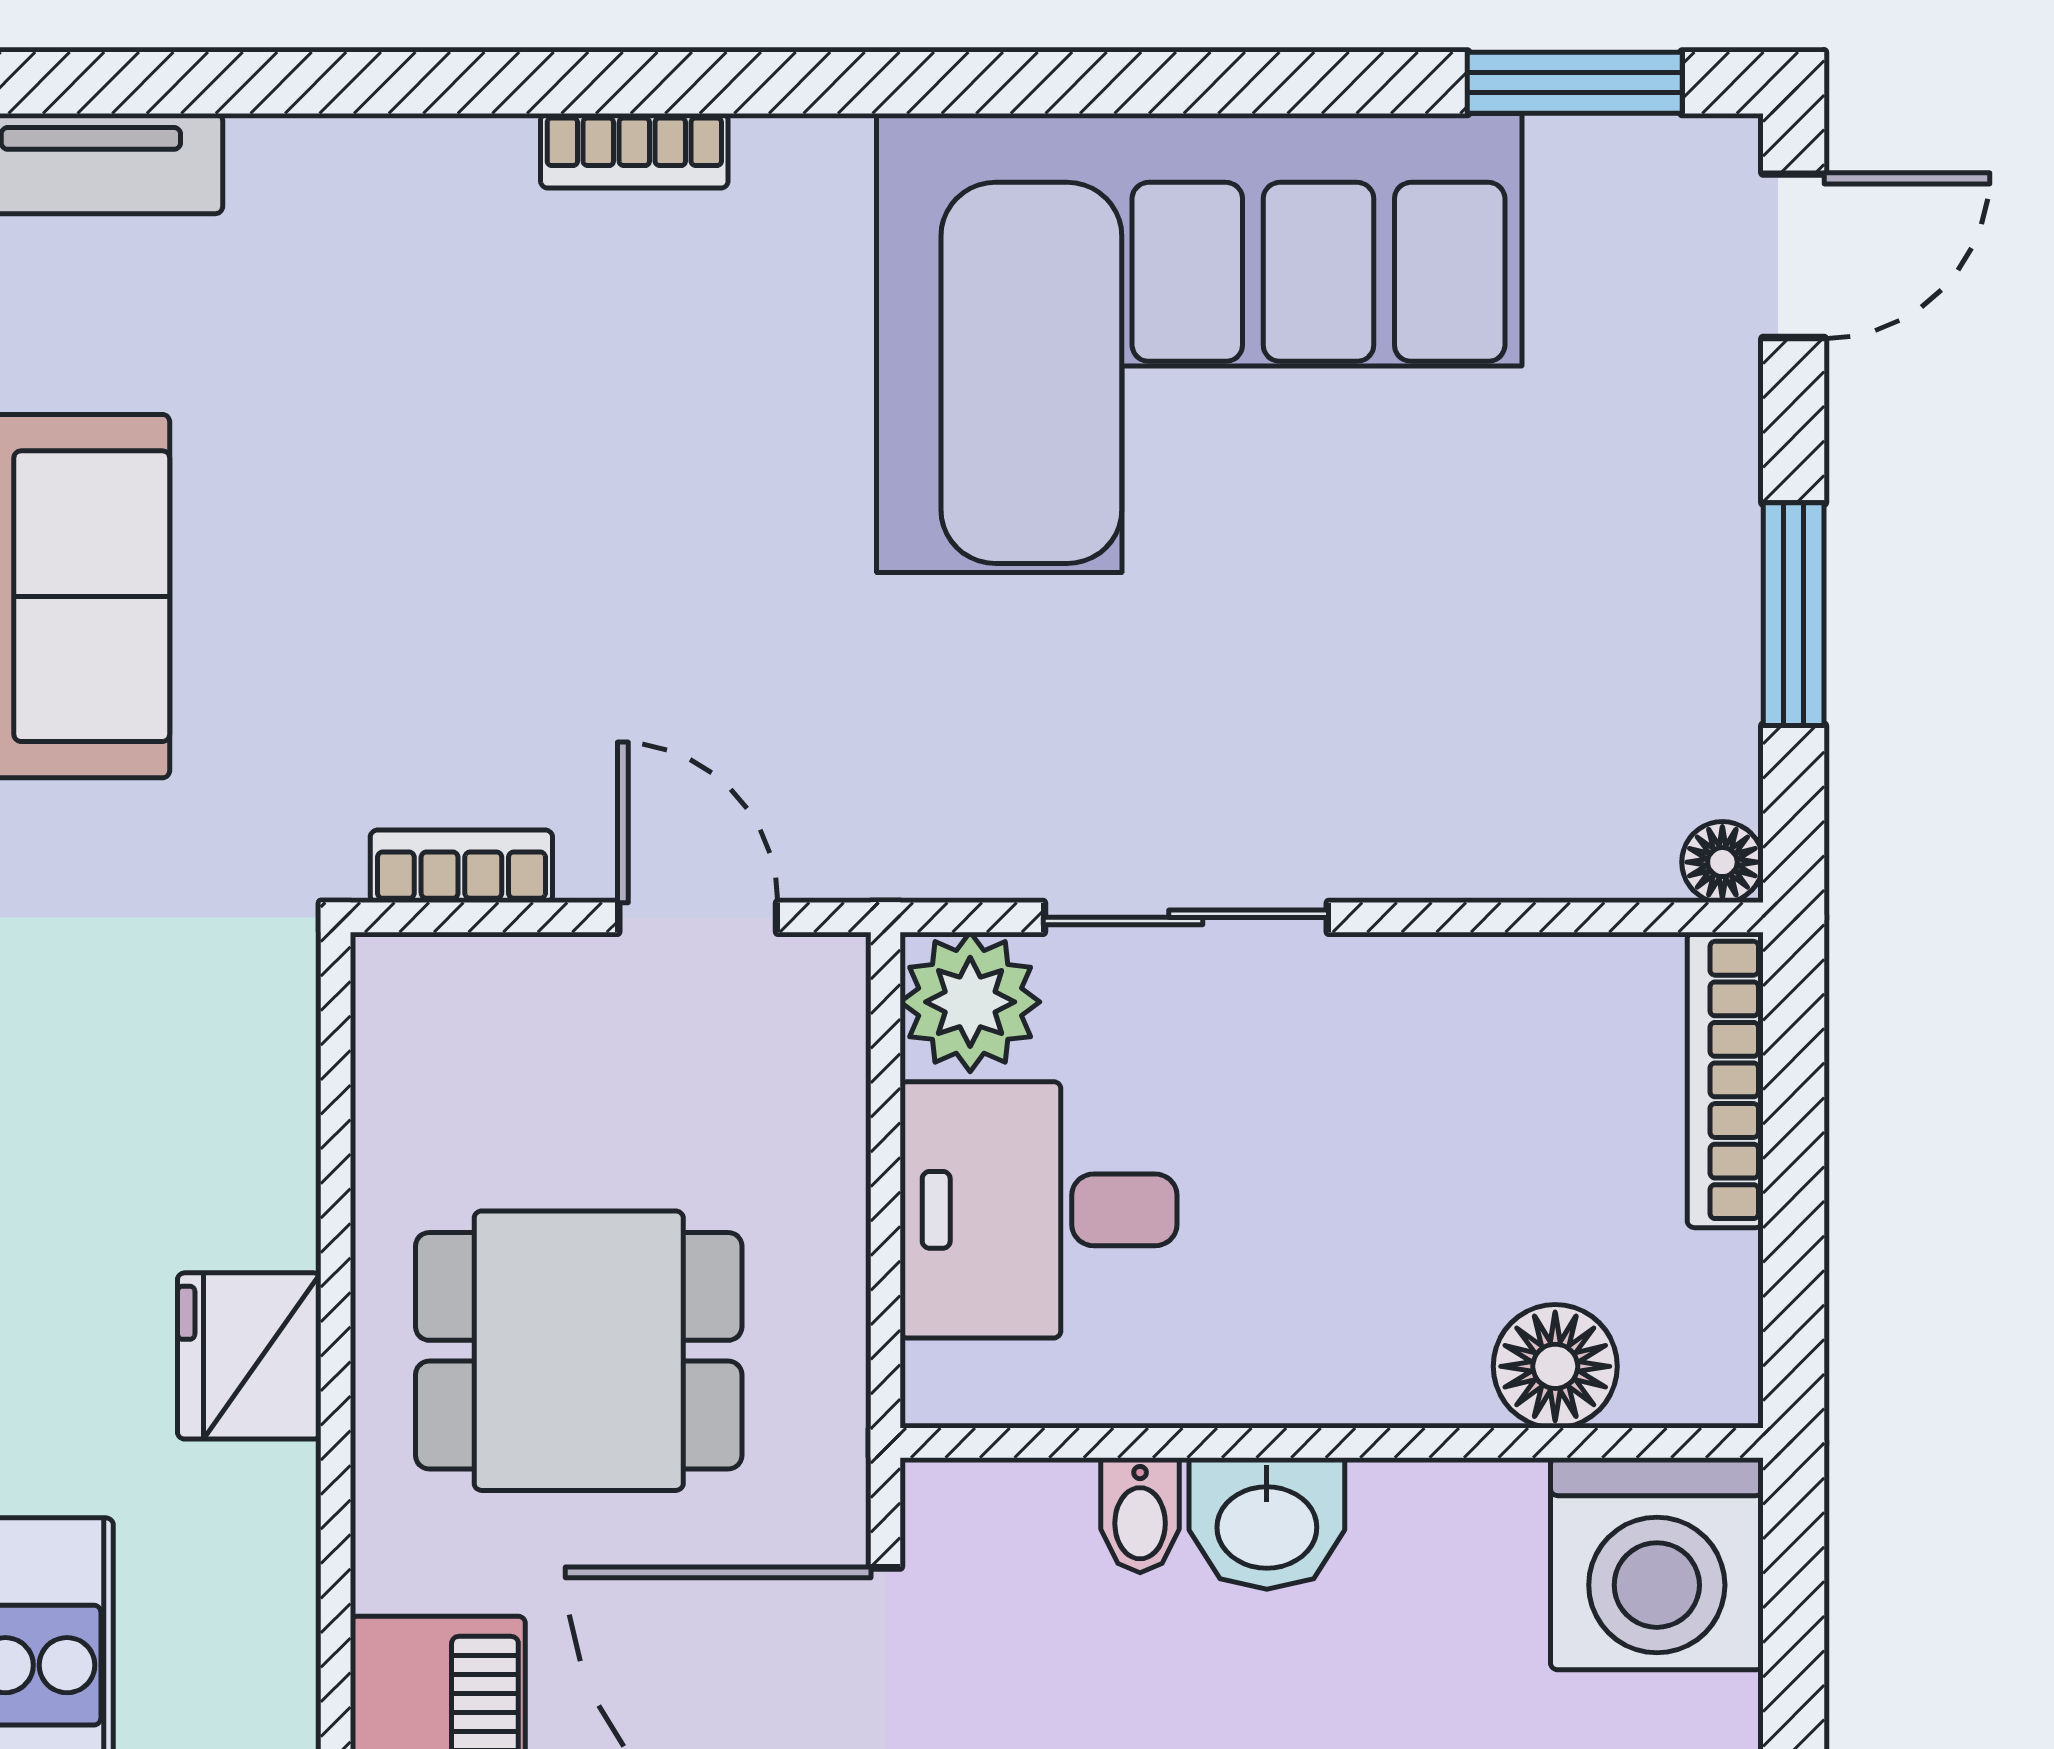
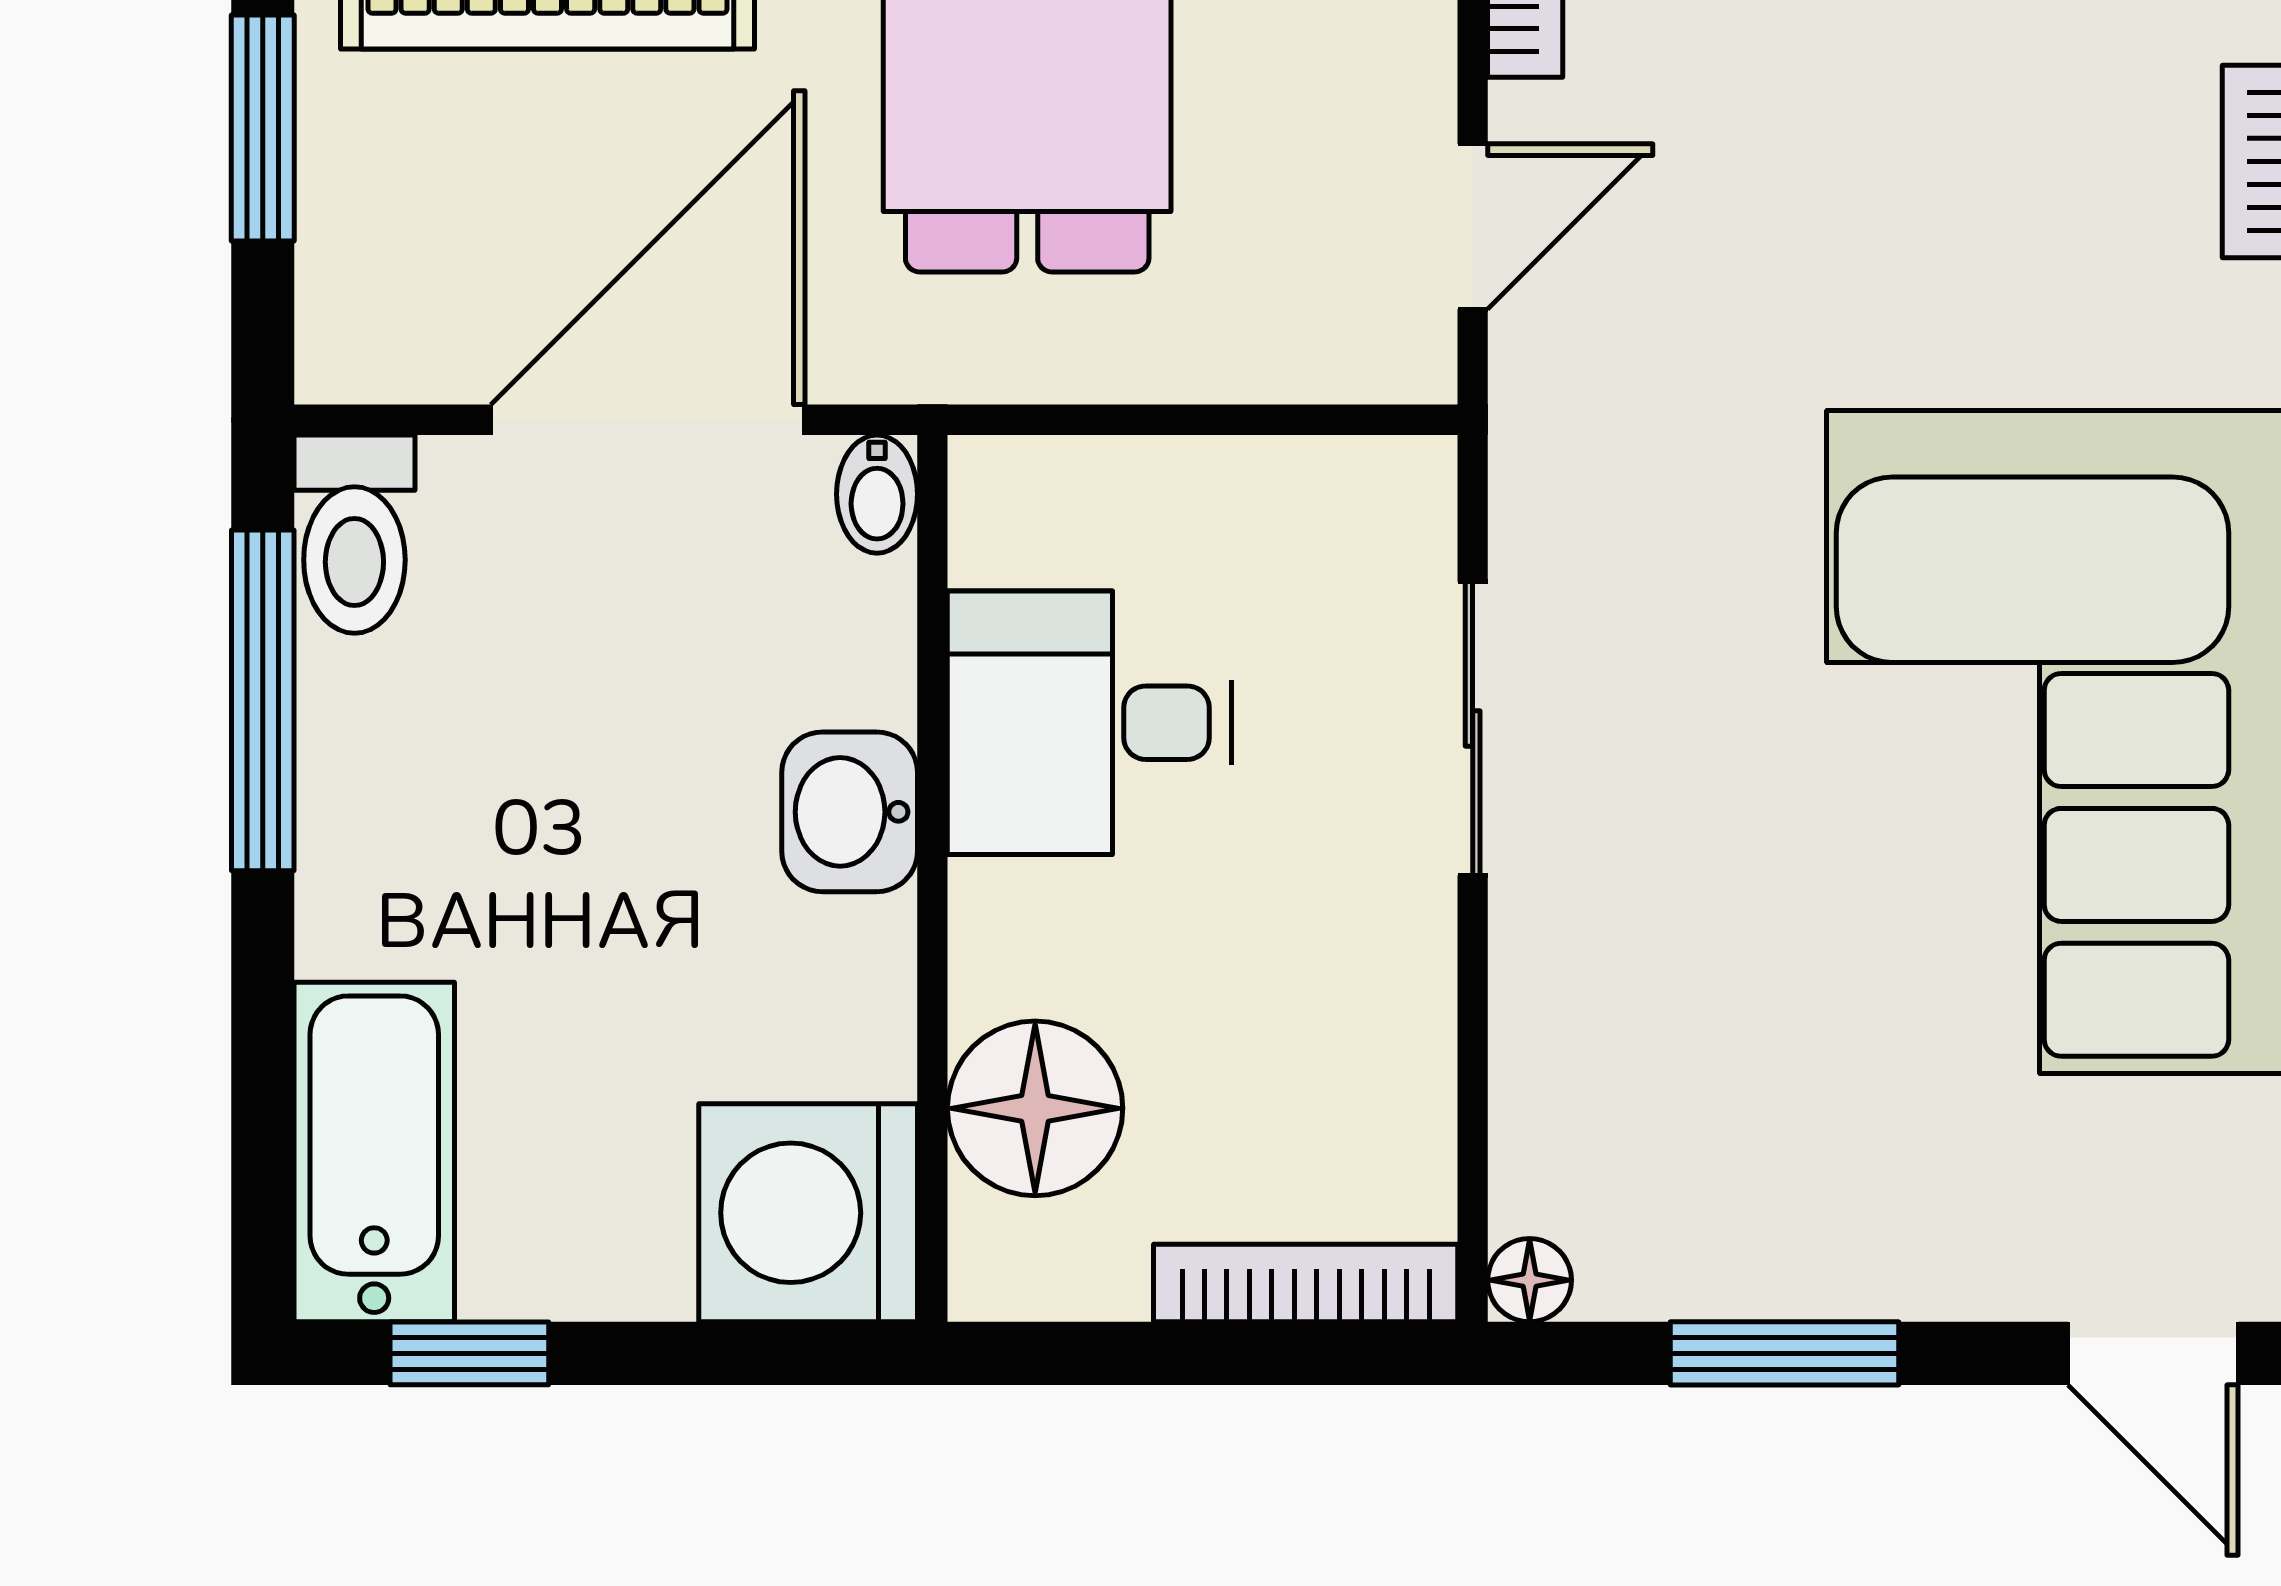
plant: (970, 1002) -> (1386, 507), removed
desk: (1039, 1210) -> (1090, 723), moved, turned -90
floor lamp: (1555, 1366) -> (1035, 1108), width x1.38, depth x1.38
bidet: (1140, 1515) -> (877, 494), moved, turned -90

